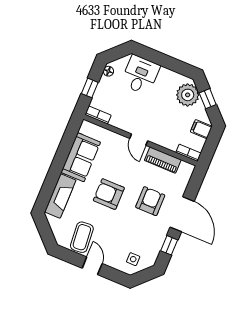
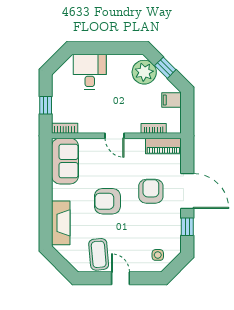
floor lamp: (108, 71) -> (57, 81), removed
bookcase: (188, 153) -> (154, 128), moved
sofa: (81, 157) -> (65, 161), moved
piano: (163, 160) -> (163, 146), moved

